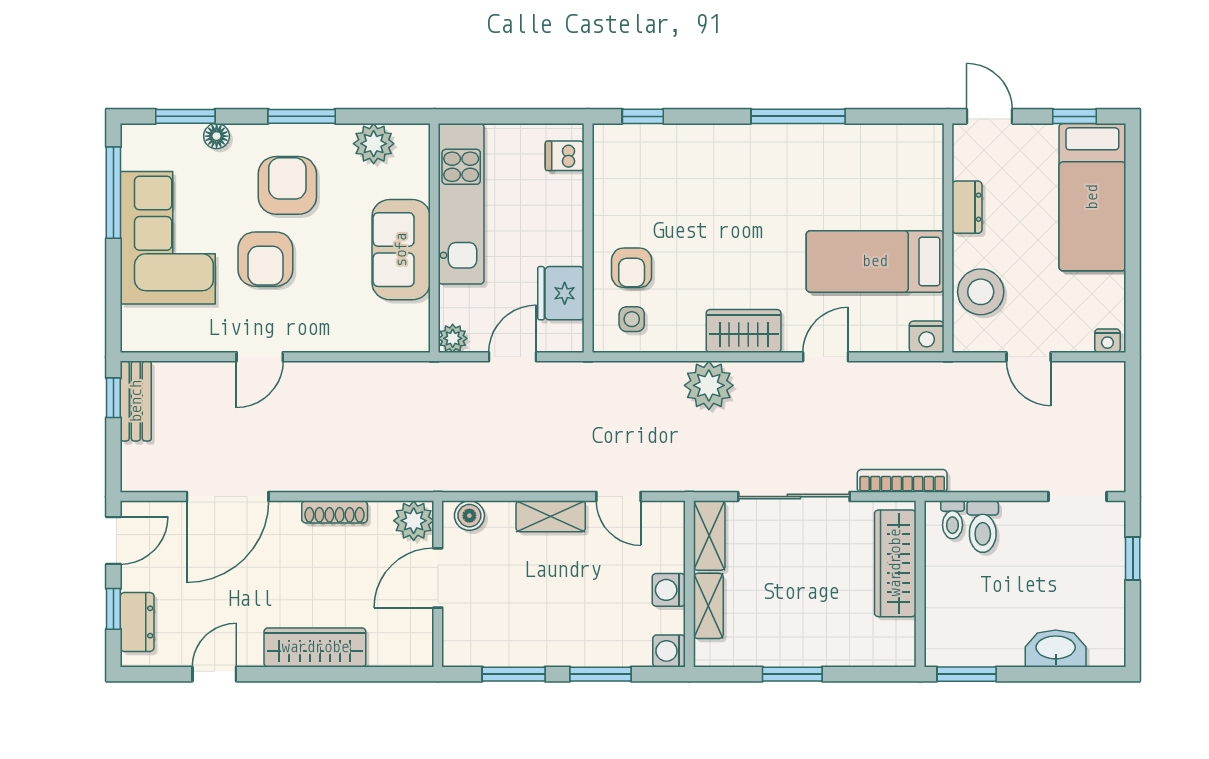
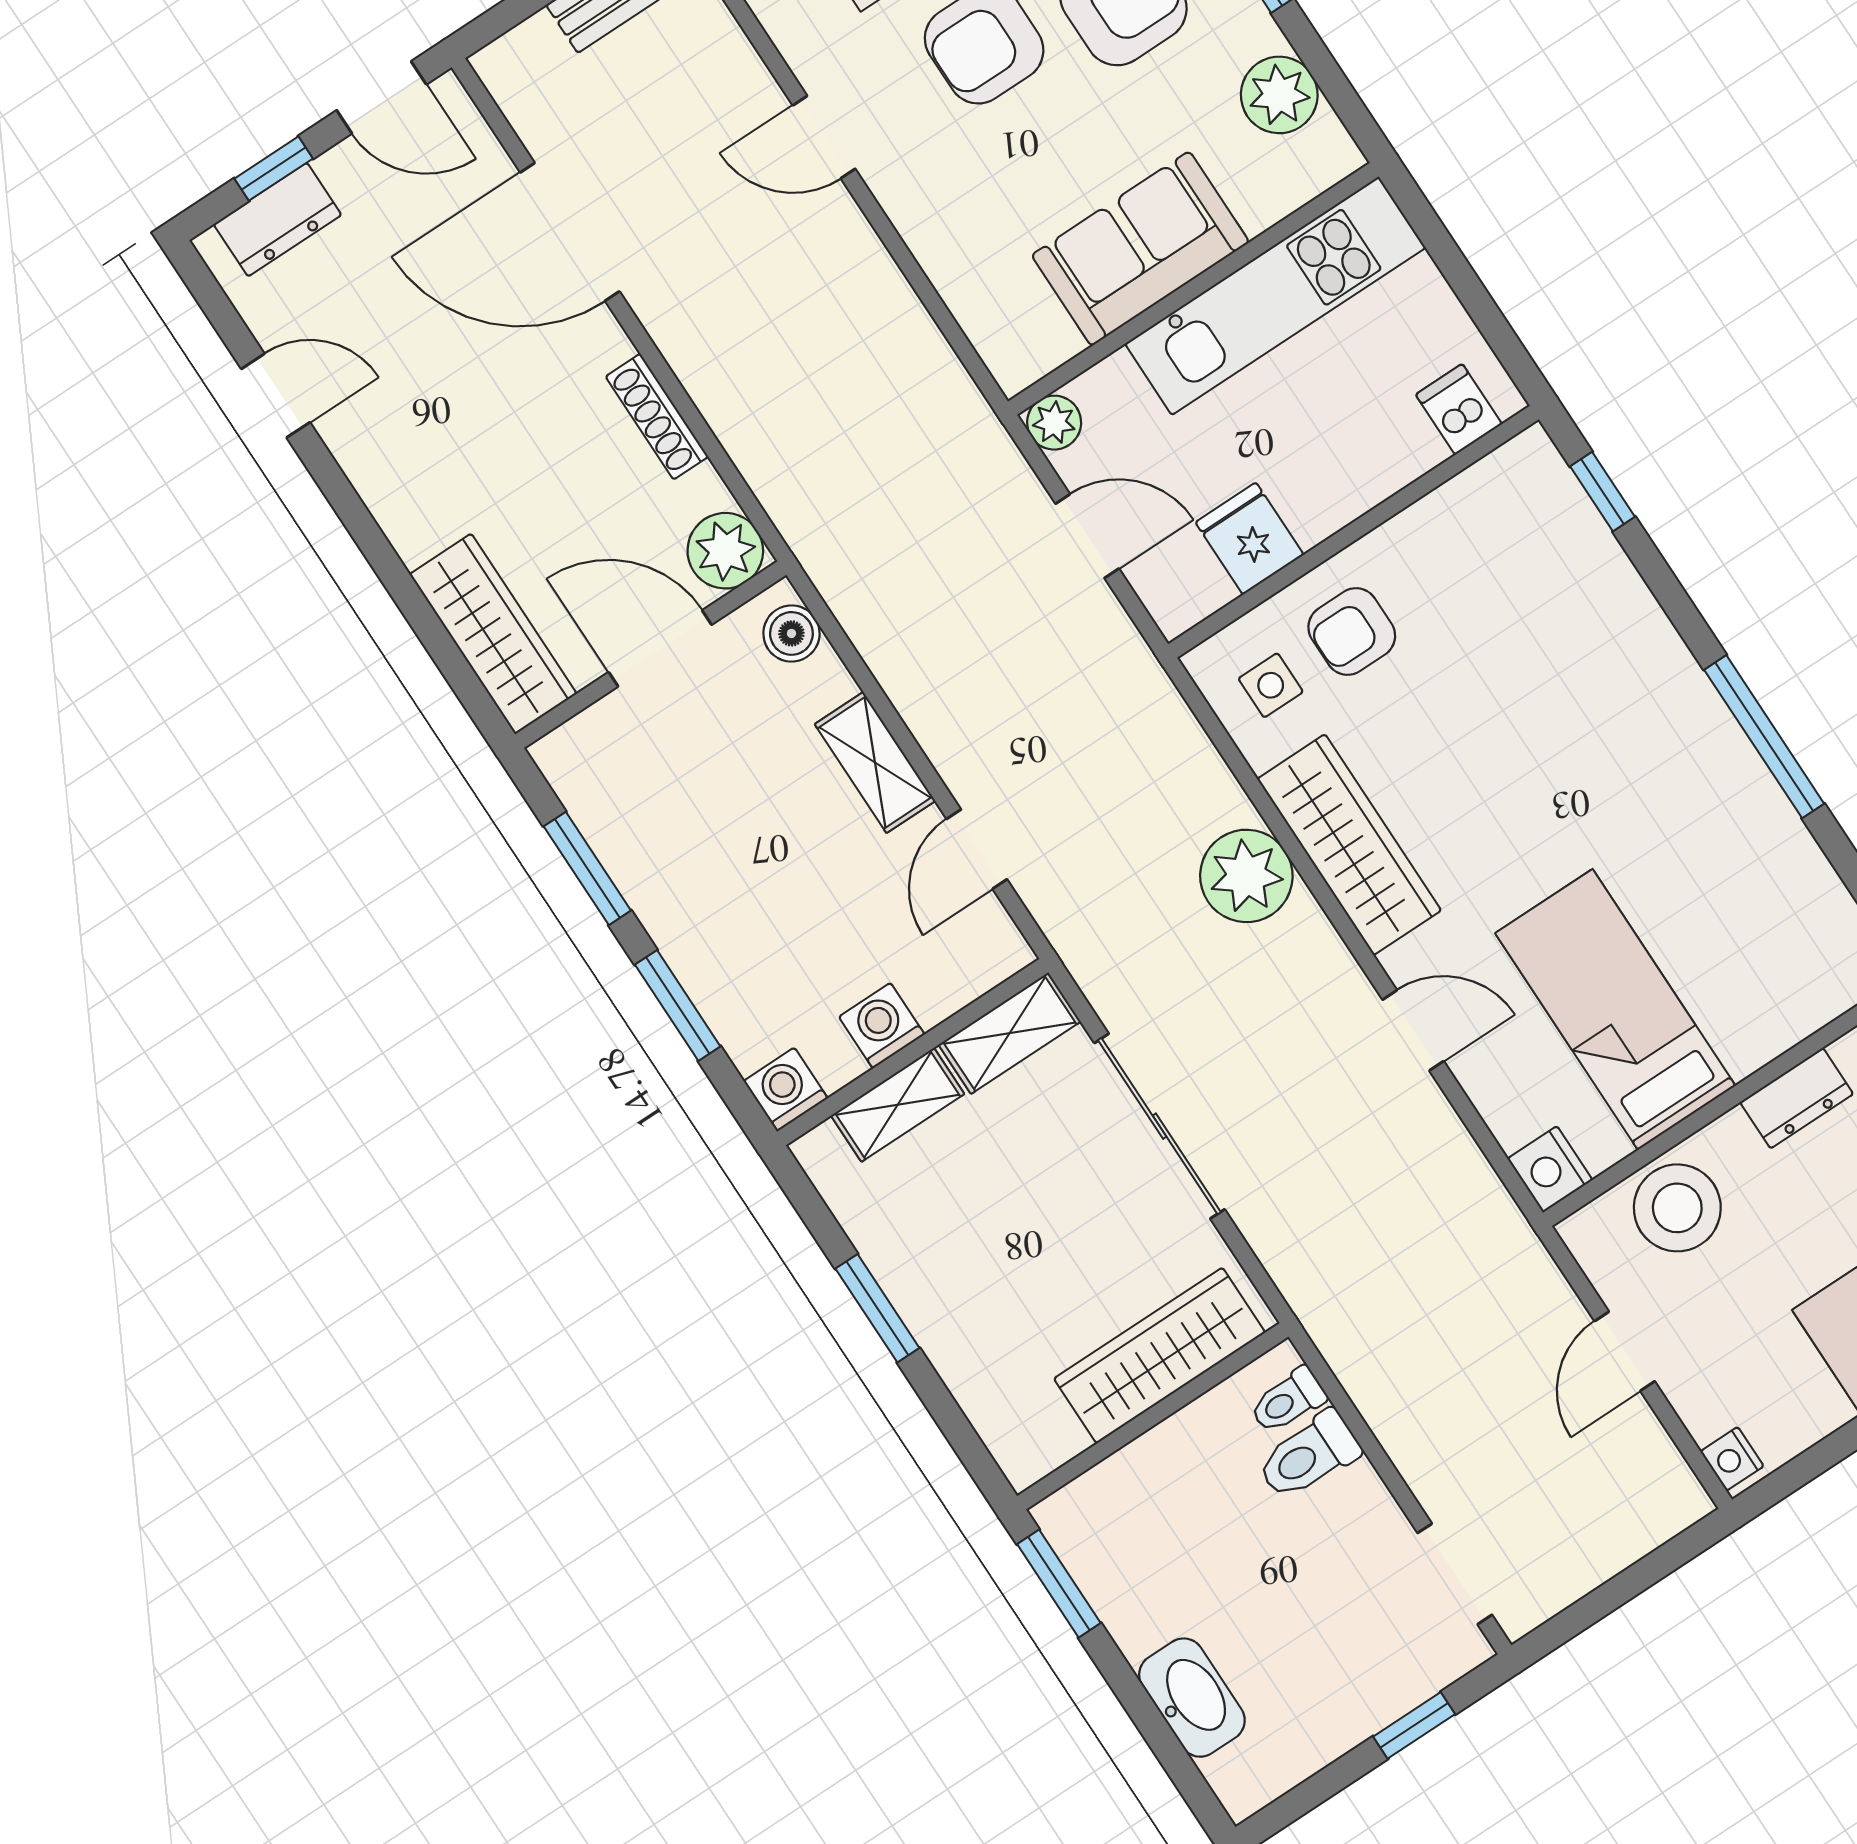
fridge: (561, 293) -> (1250, 539), width x0.72
wardrobe: (744, 331) -> (1349, 845), width x1.50
bookcase: (902, 481) -> (1297, 1281), removed
wardrobe: (315, 647) -> (493, 634), moved

